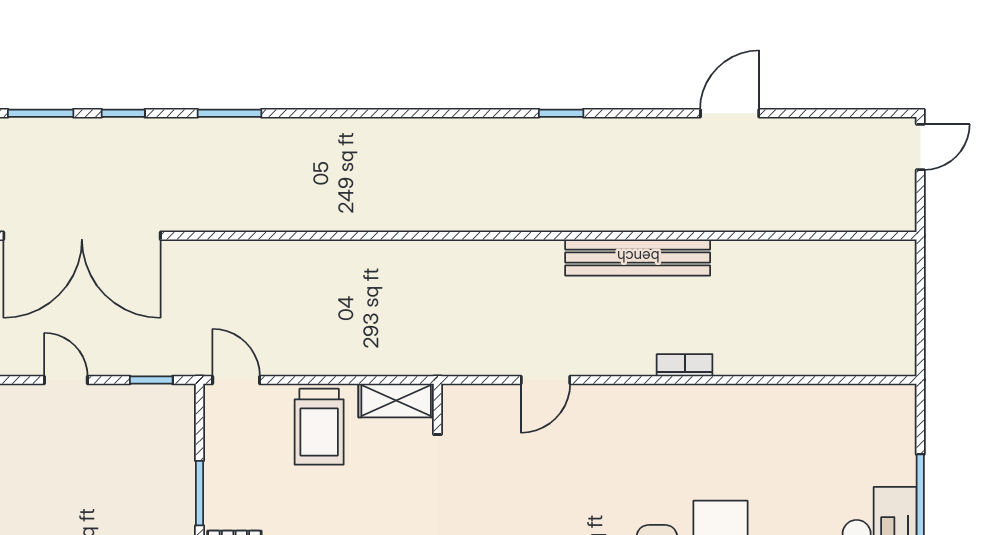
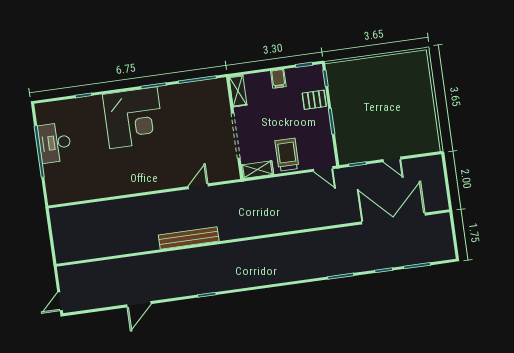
bench: (638, 257) -> (189, 238), moved
bookcase: (685, 365) -> (143, 200), removed

